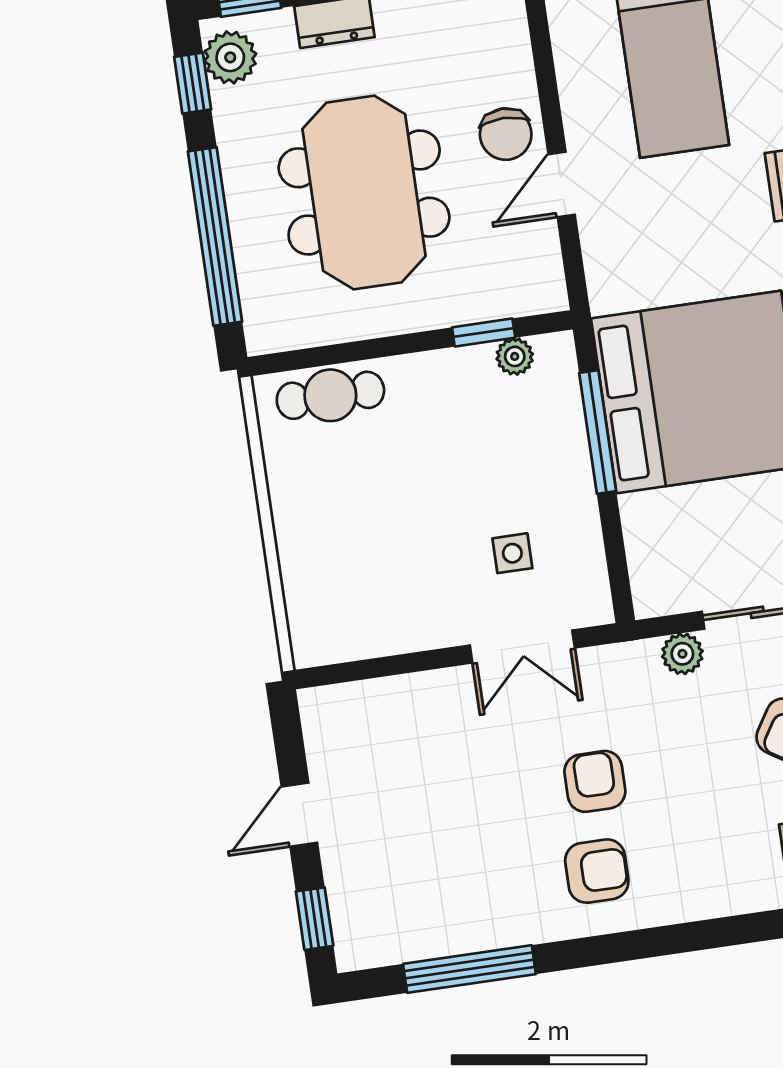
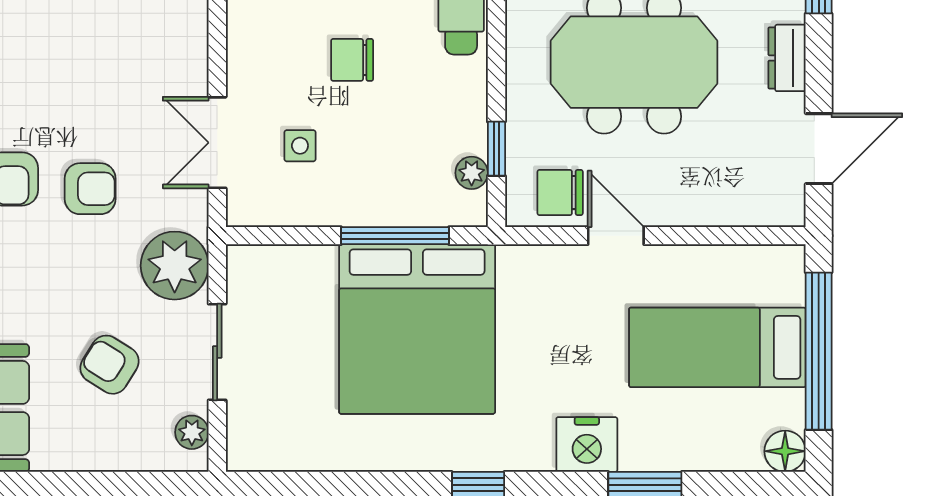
chair: (506, 134) -> (560, 192), moved
chair: (408, 509) -> (352, 60), added
plant: (682, 654) -> (175, 266), width x1.87, depth x1.87

